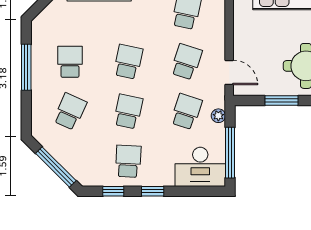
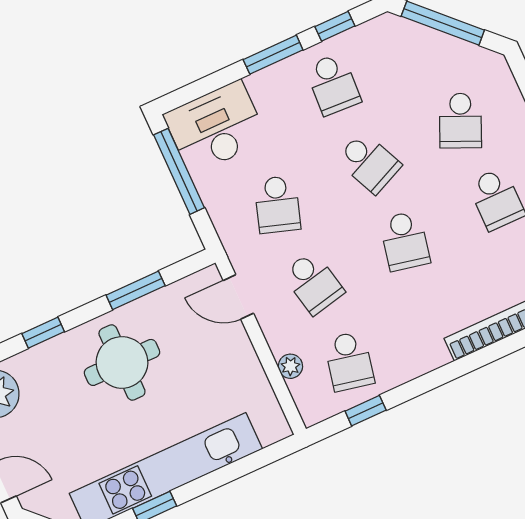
school desk: (186, 62) -> (313, 283), turned -30
school desk: (128, 112) -> (369, 163), turned -36
plant: (218, 116) -> (290, 366), moved
window: (153, 191) -> (273, 55), width x1.50

